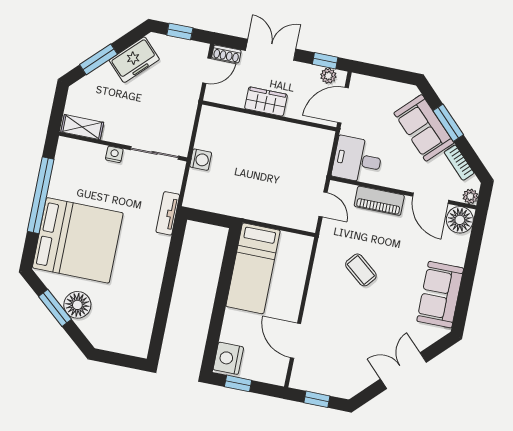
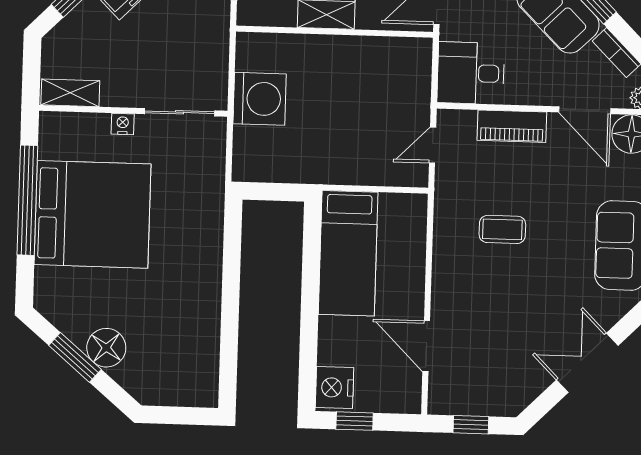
washing machine: (201, 160) -> (260, 99), width x1.89, depth x1.89
door: (323, 204) -> (433, 145), swing flipped
tv unit: (168, 213) -> (213, 195), removed
bed: (78, 240) -> (93, 214), moved
coffee table: (361, 270) -> (502, 229), turned -39

